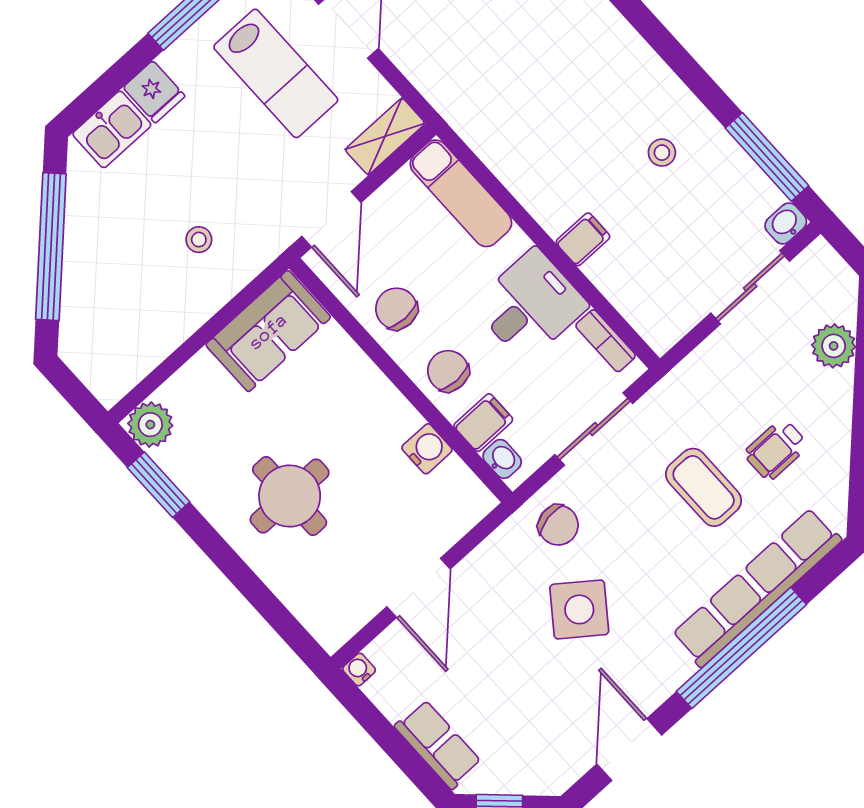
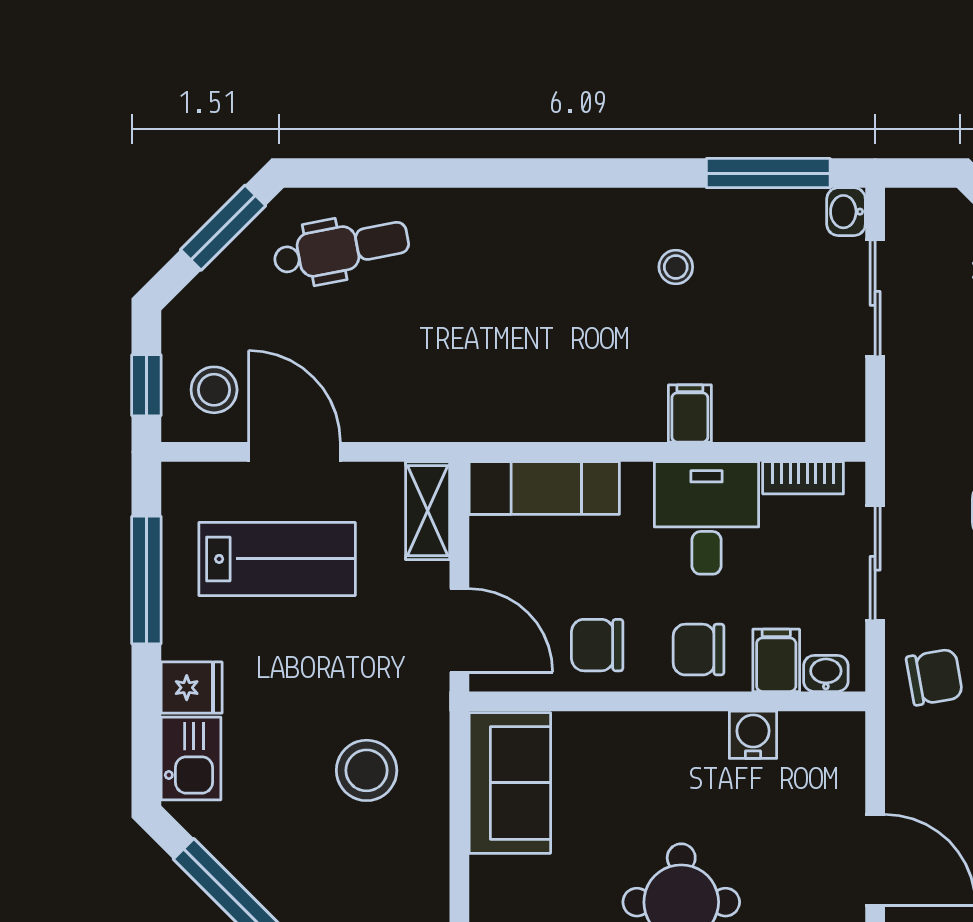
stool: (199, 240) -> (367, 770), width x1.89, depth x1.89

